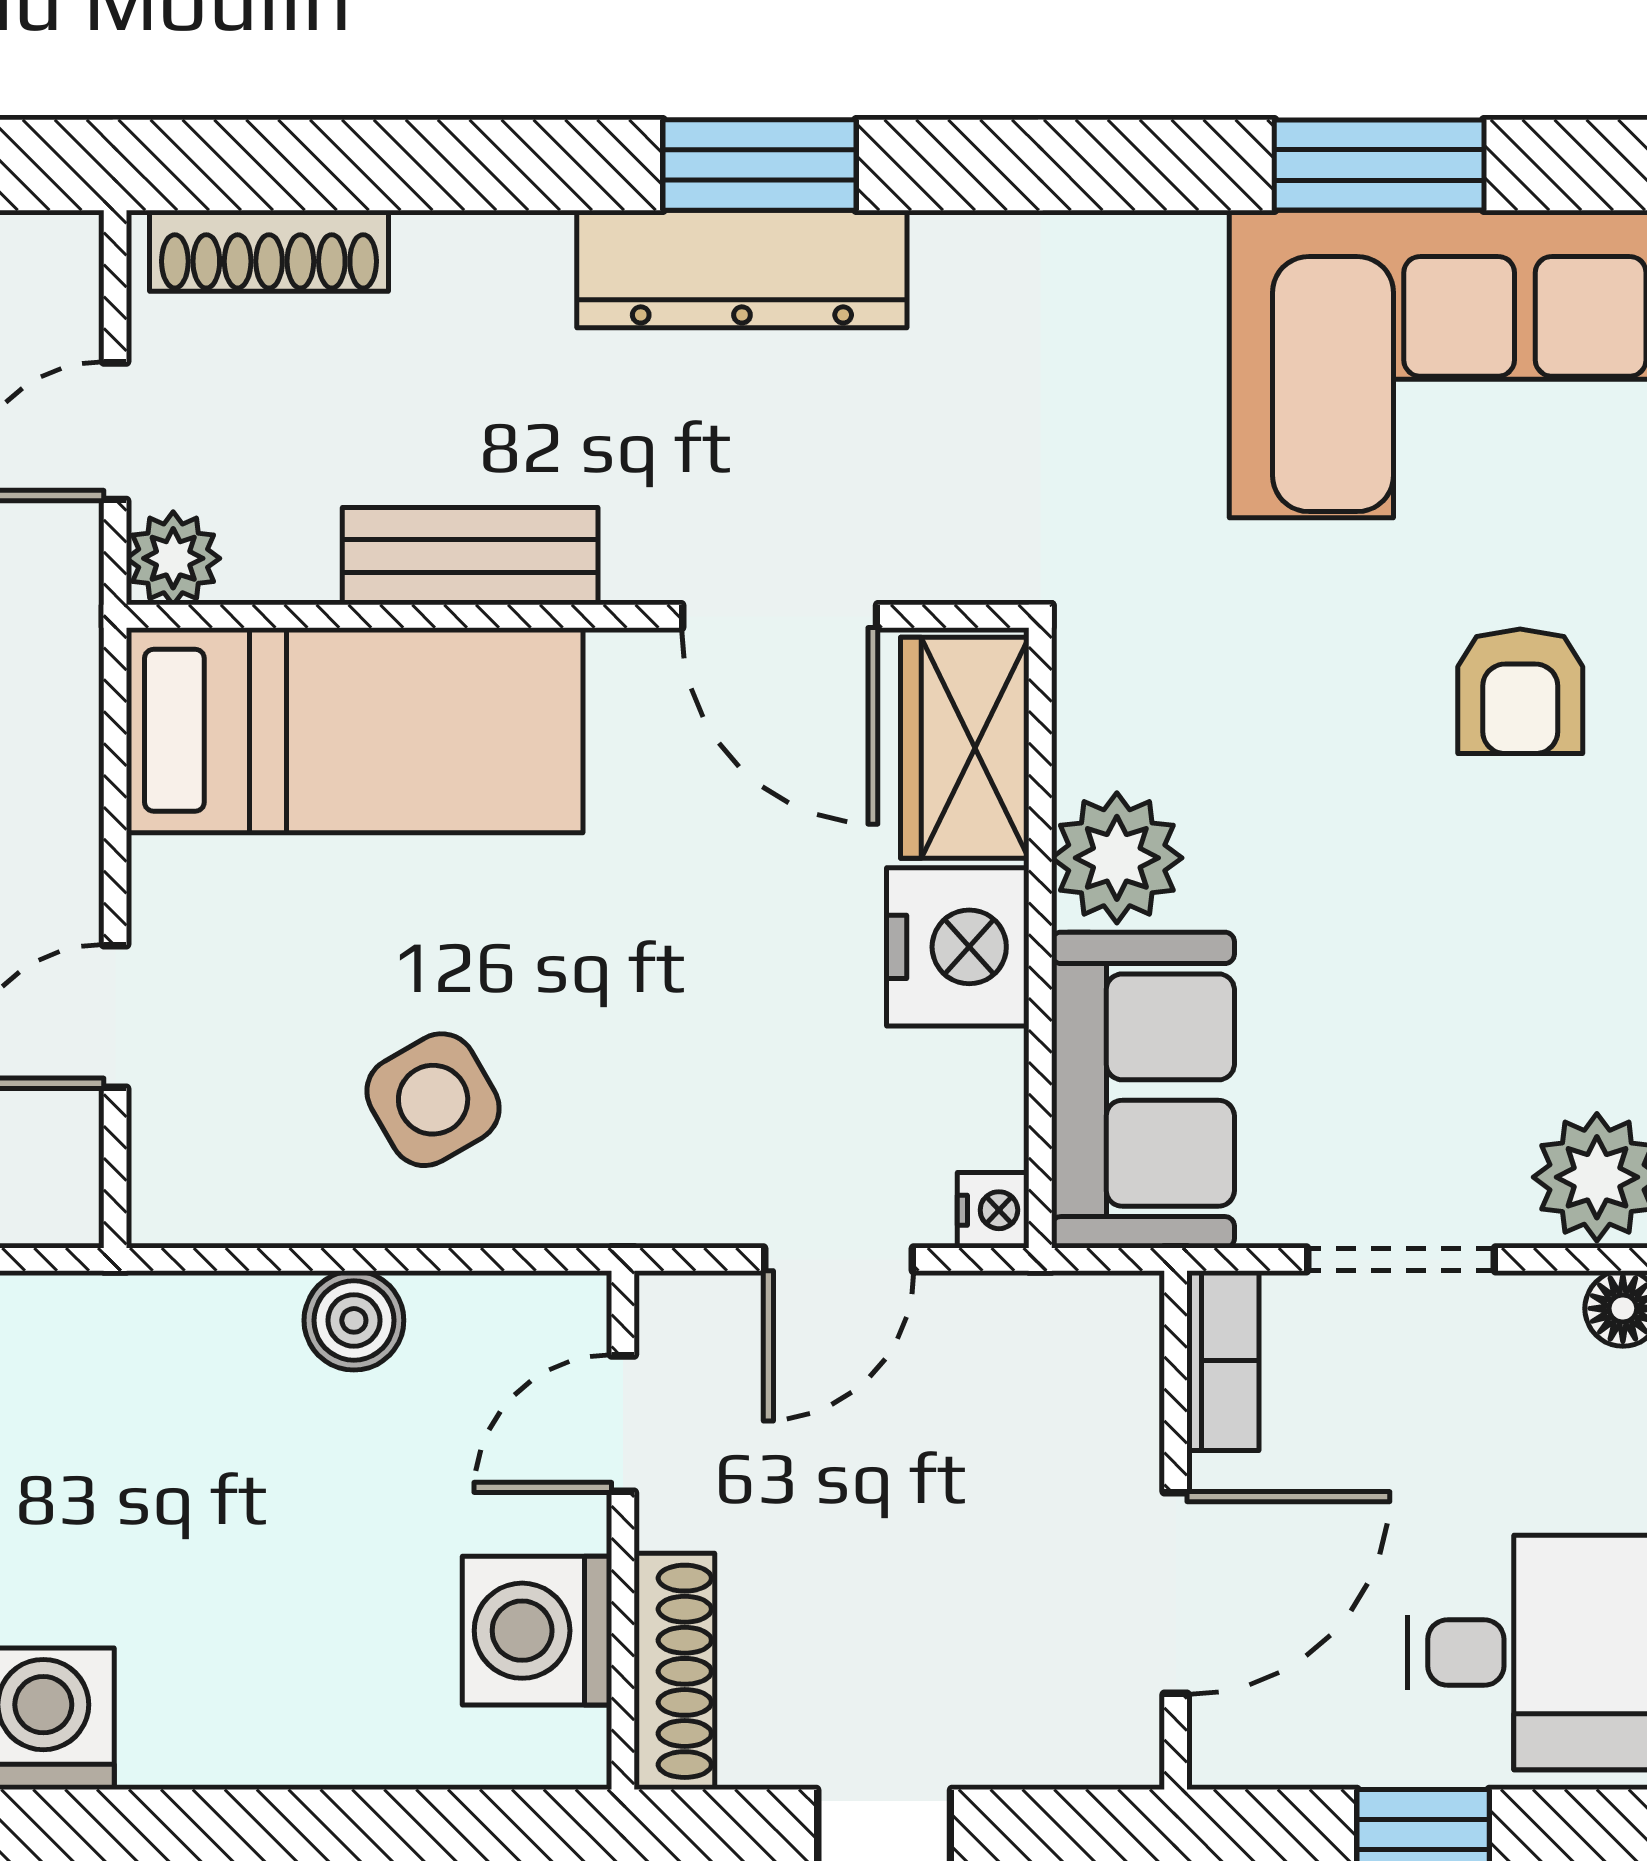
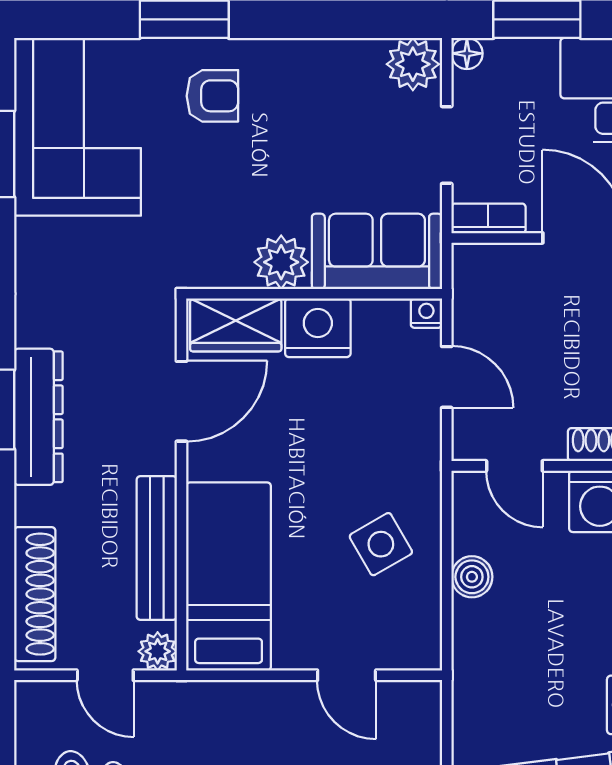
shoe rack: (269, 251) -> (35, 594), width x1.36, depth x1.24
bench: (470, 556) -> (157, 548), width x1.36

